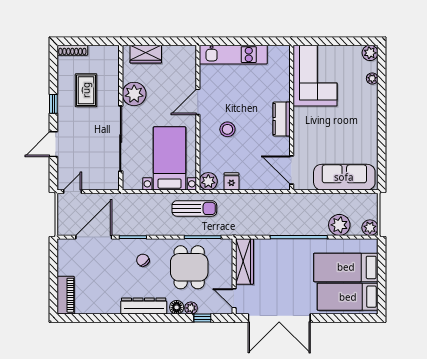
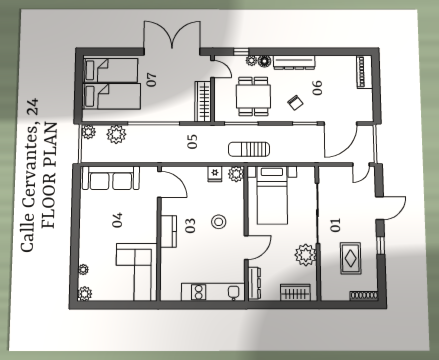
dresser: (190, 64) -> (254, 283), added

